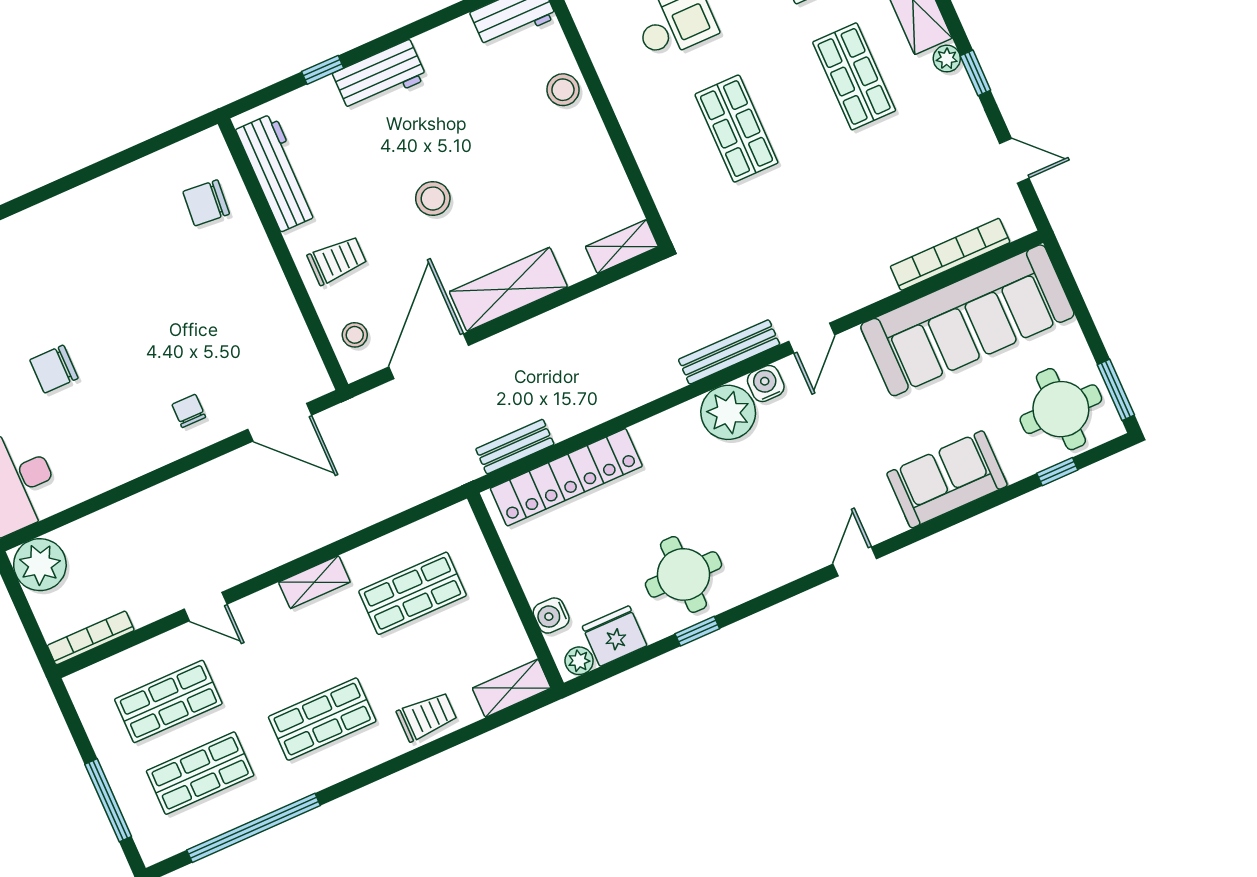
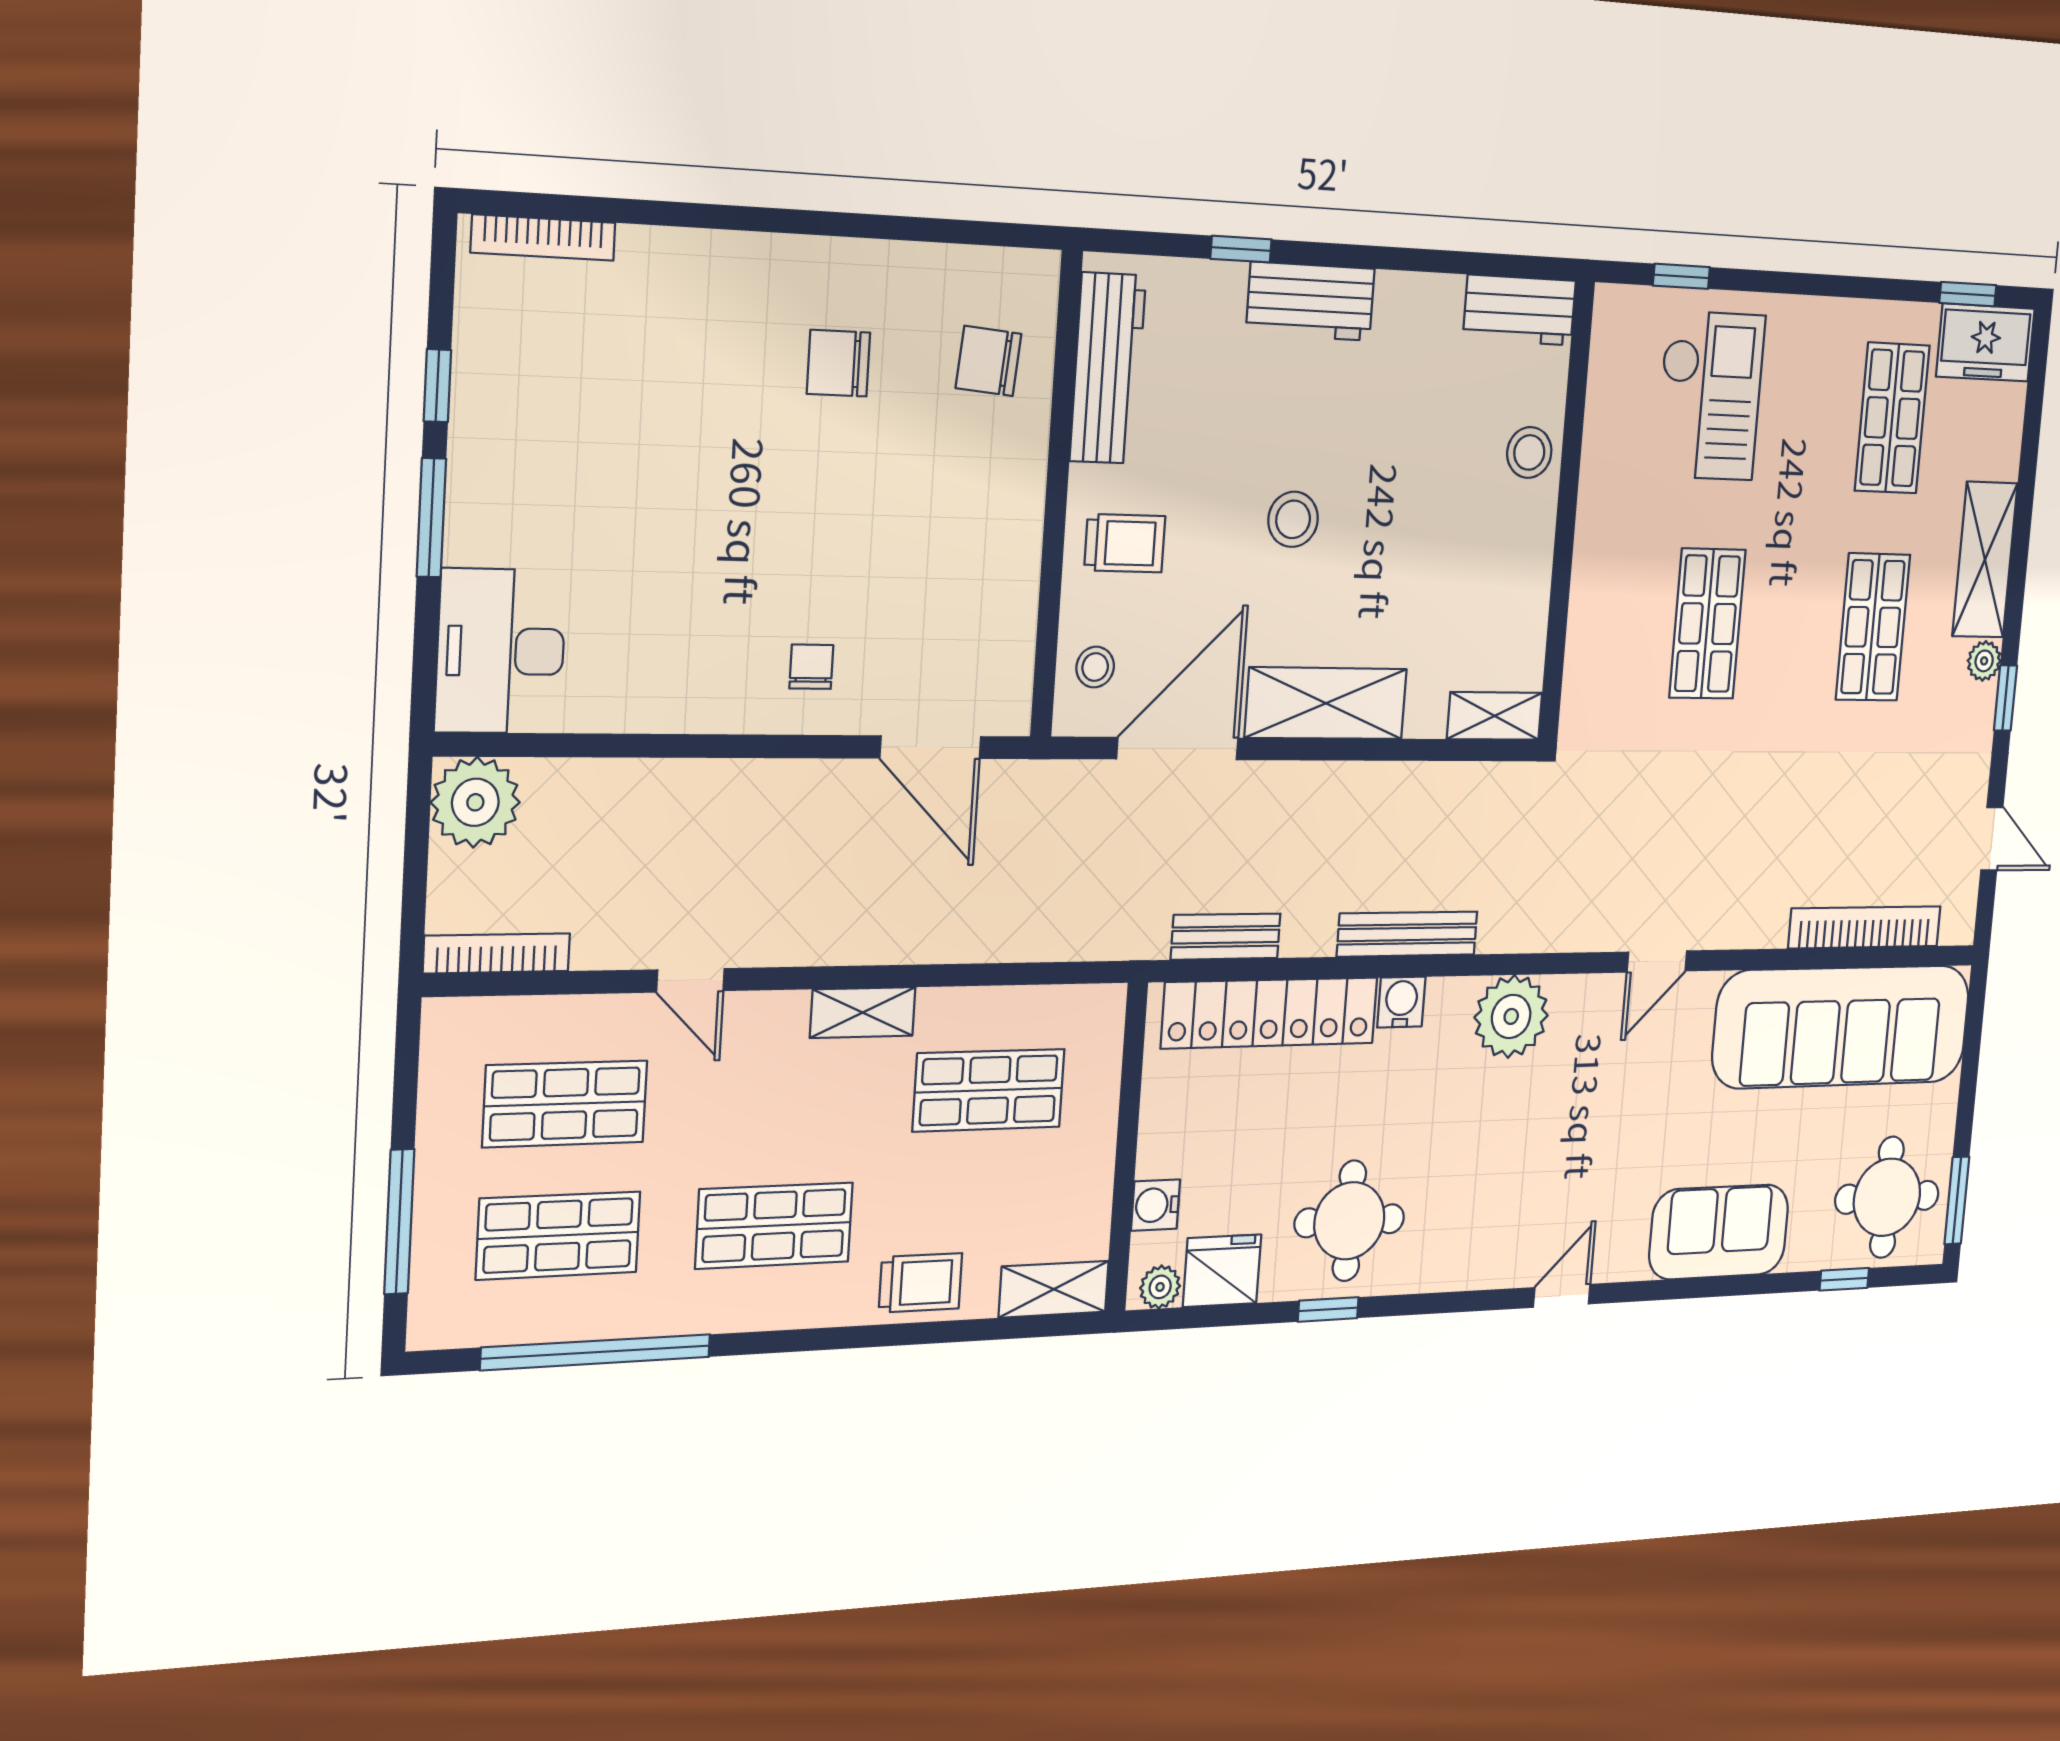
bench: (729, 352) -> (1407, 934), moved
chair: (54, 369) -> (839, 363), moved
water cooler: (766, 384) -> (1401, 1002), moved

